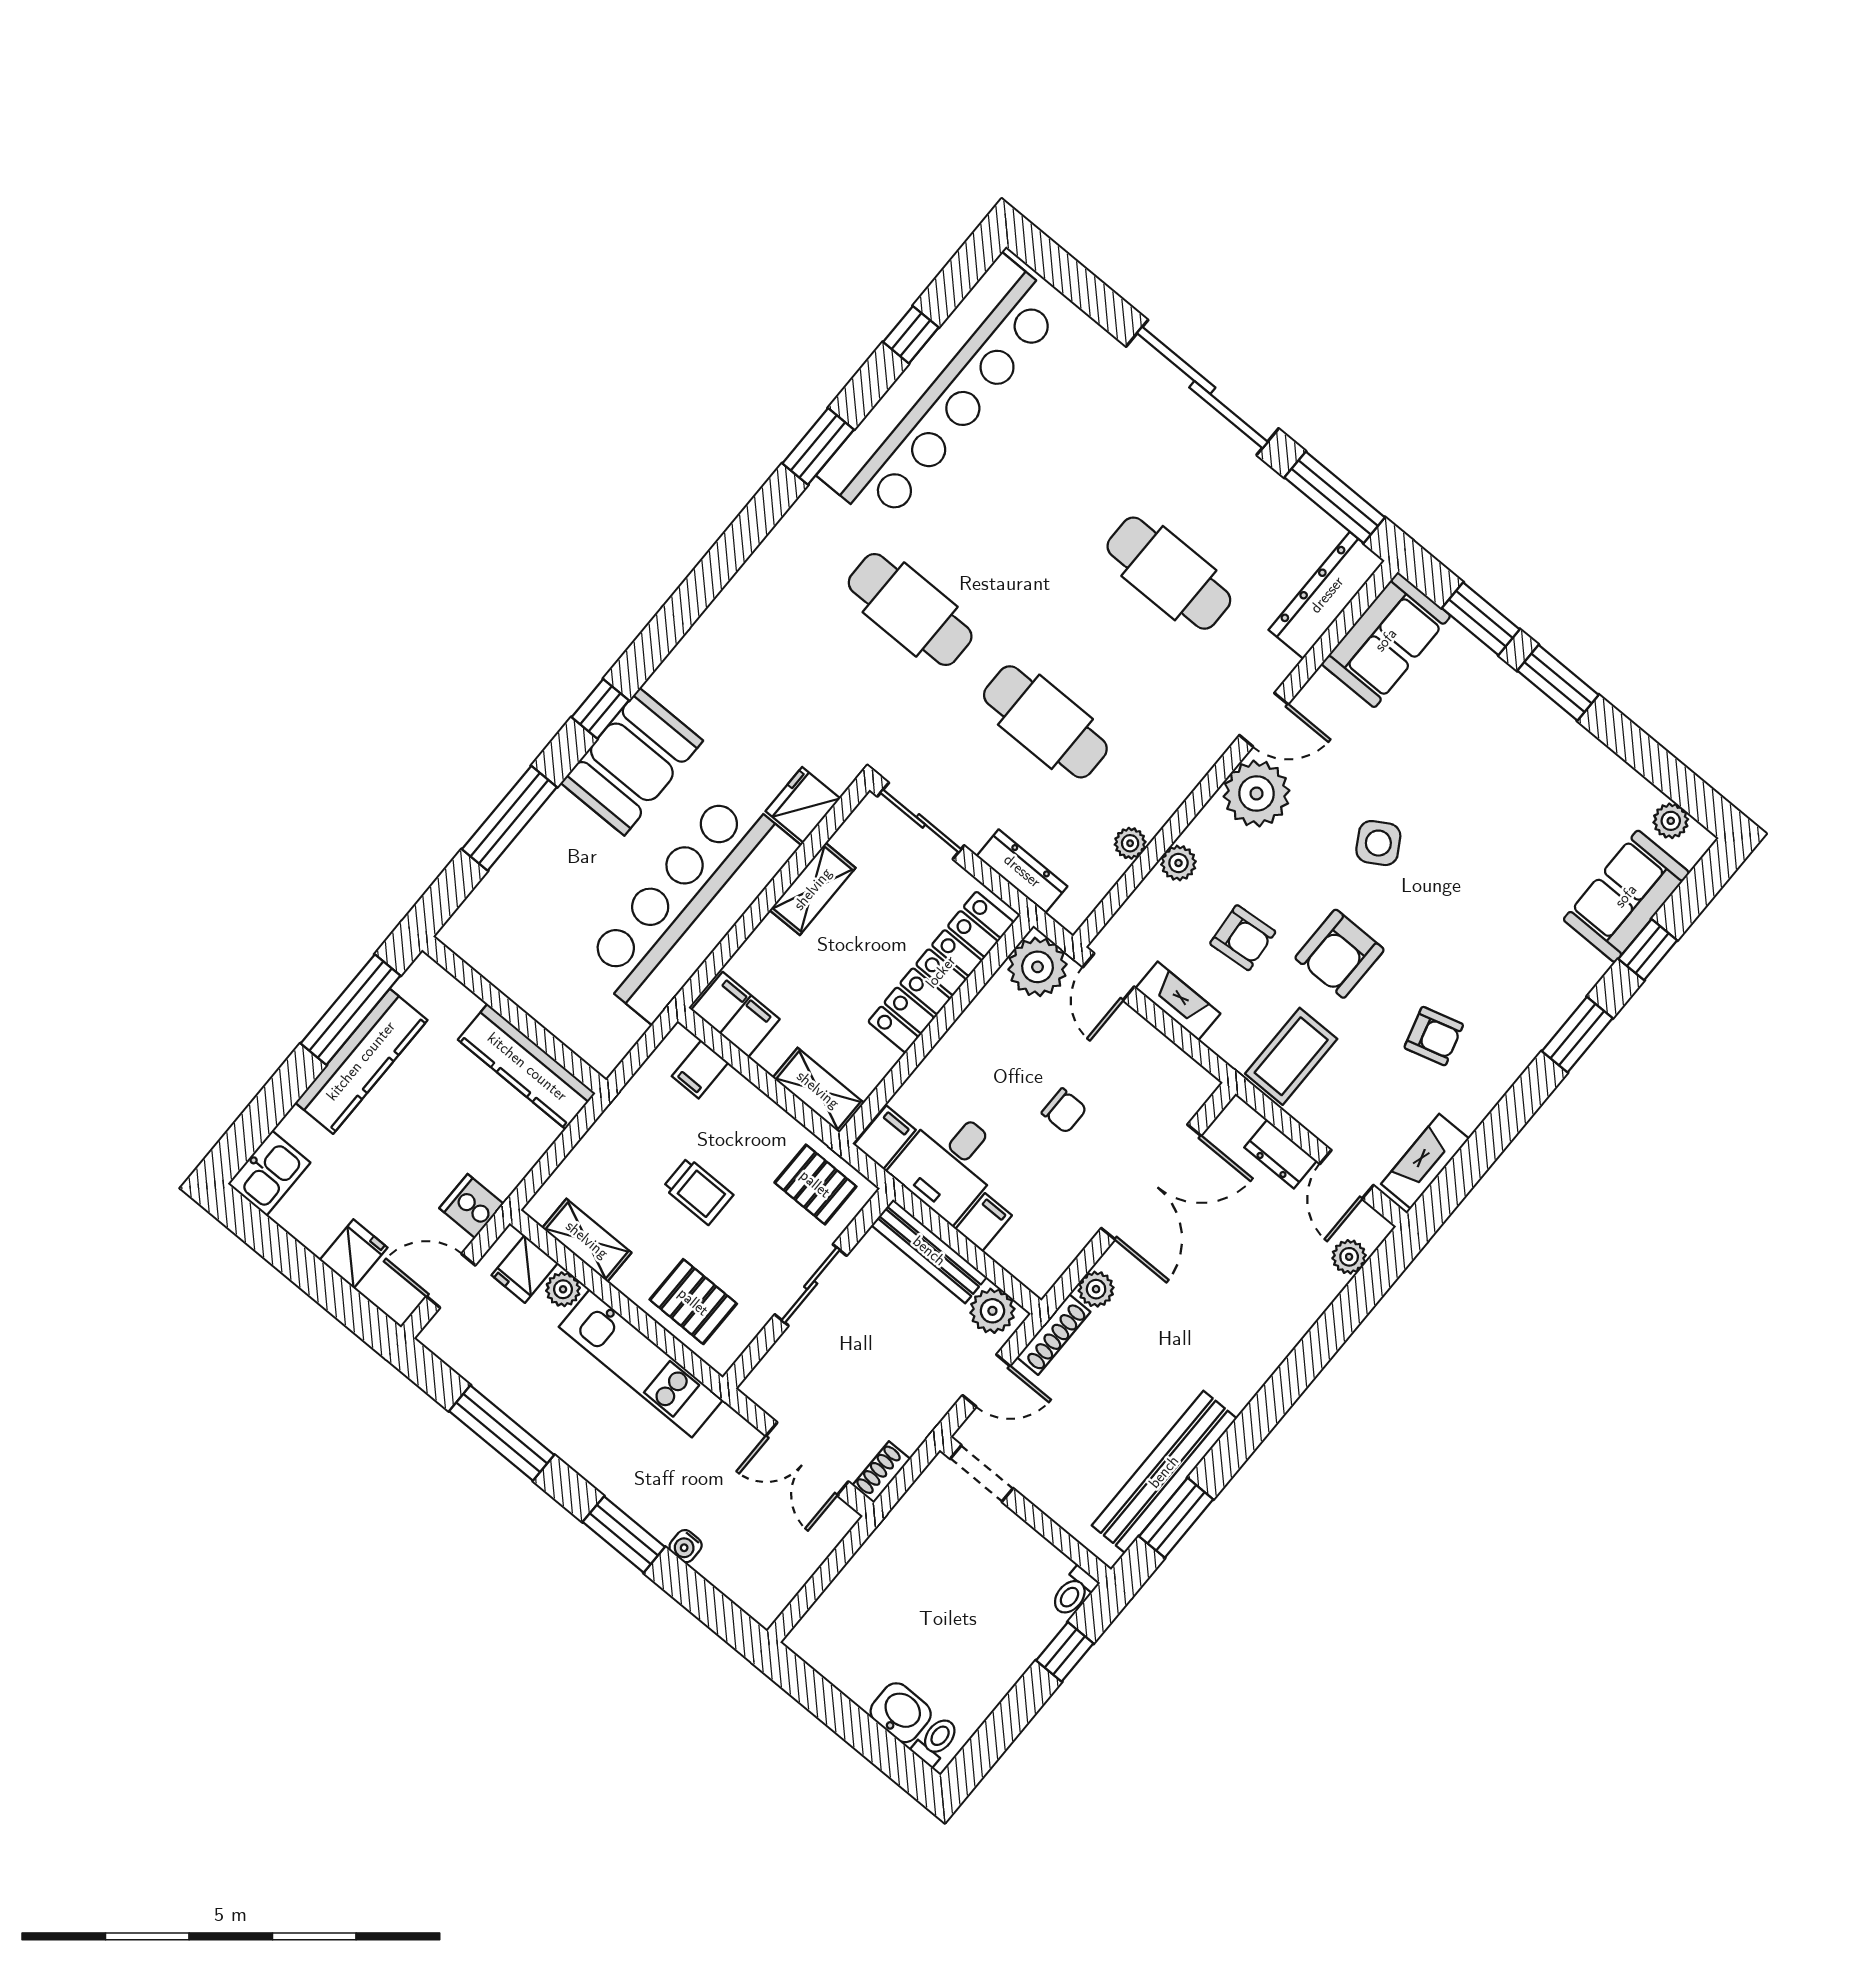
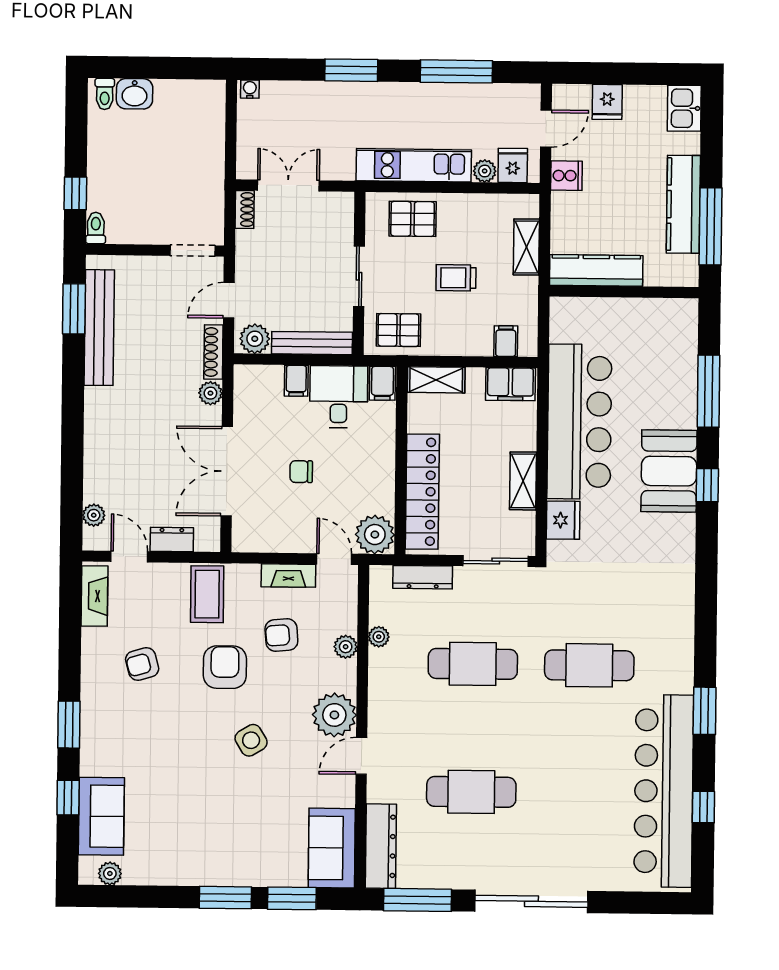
shelving: (587, 1240) -> (526, 247), moved, turned 90
water cooler: (686, 1546) -> (250, 89), moved

